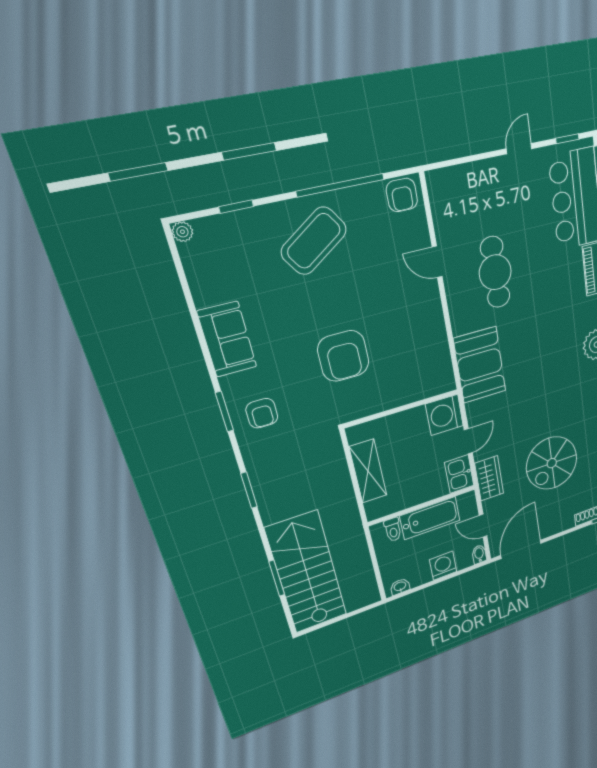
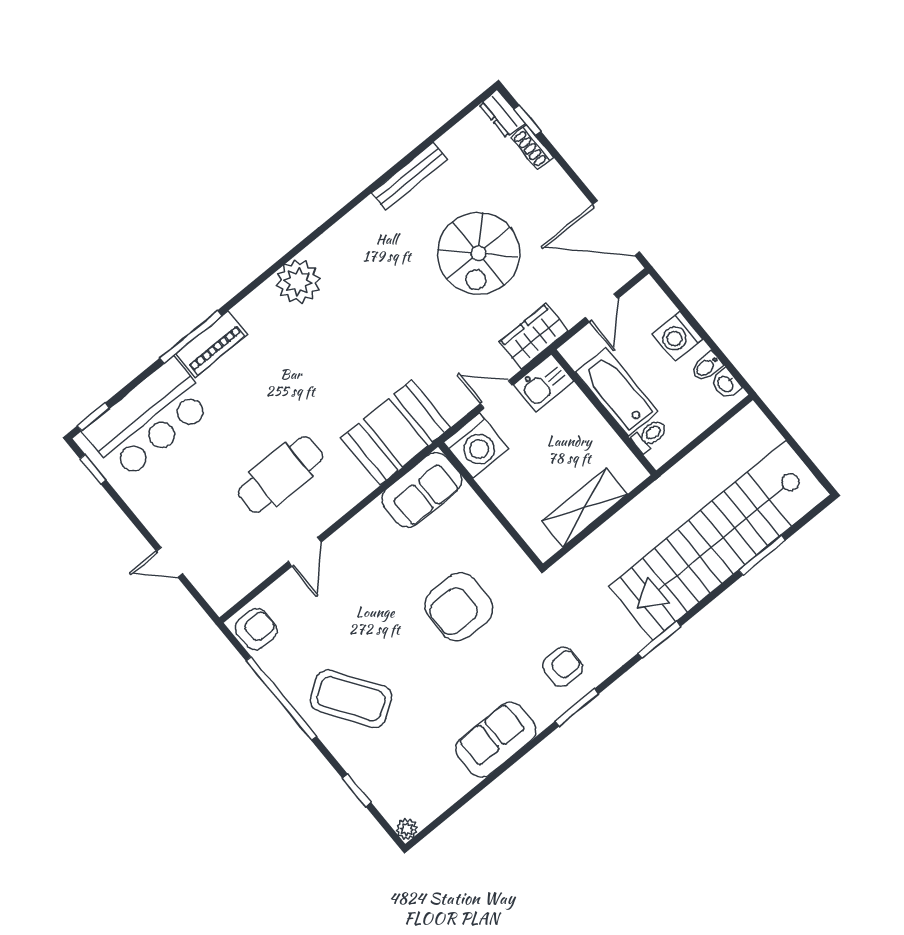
door: (519, 149) -> (169, 562), moved
armchair: (343, 356) -> (459, 607), turned 180
sofa: (435, 366) -> (422, 490), added
spiral stairs: (552, 463) -> (478, 253), turned 90
bidet: (479, 554) -> (707, 367), moved
stairs: (307, 572) -> (719, 540), width x1.36

